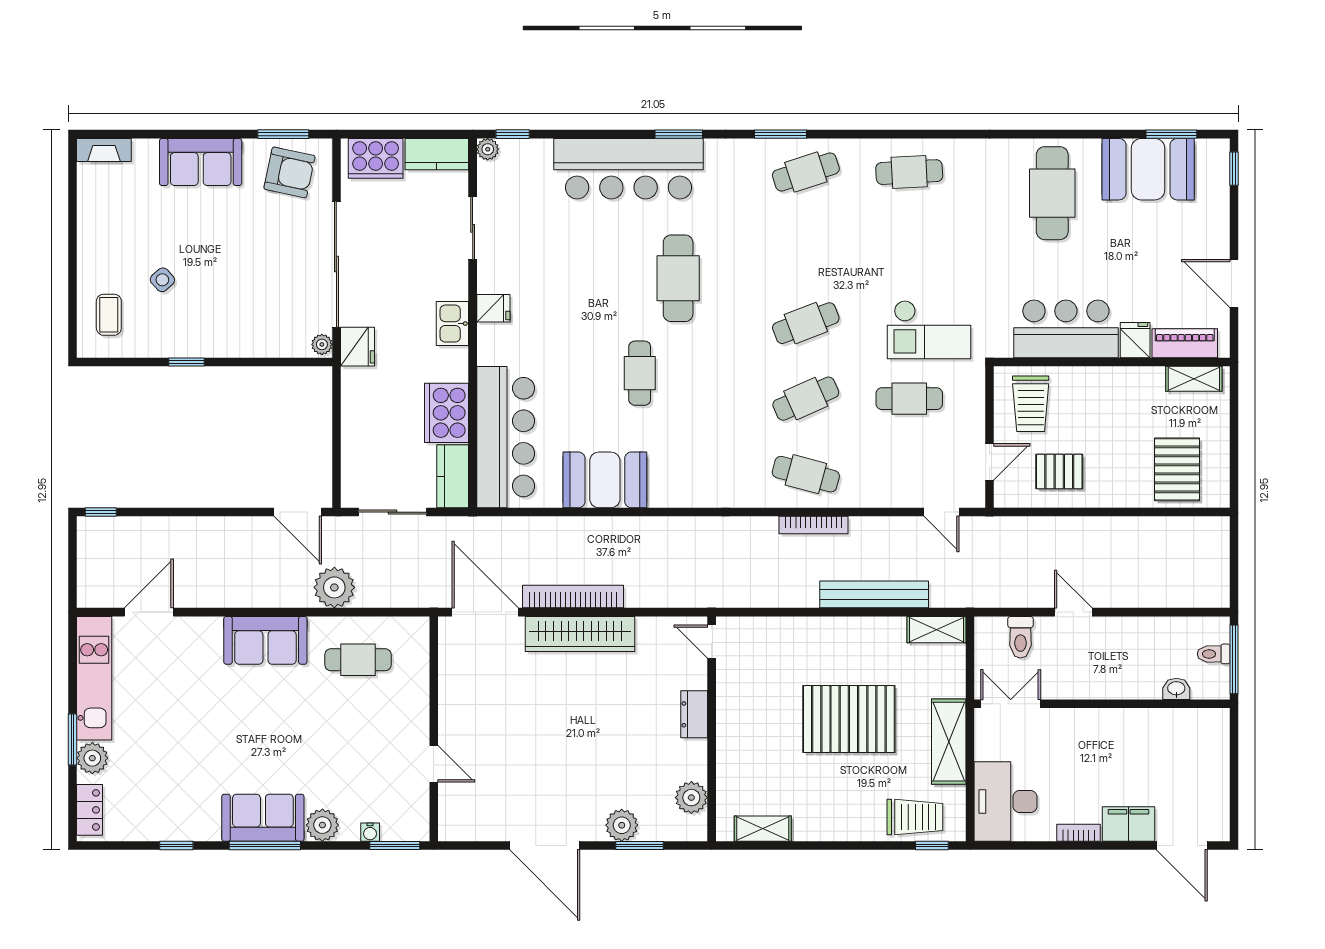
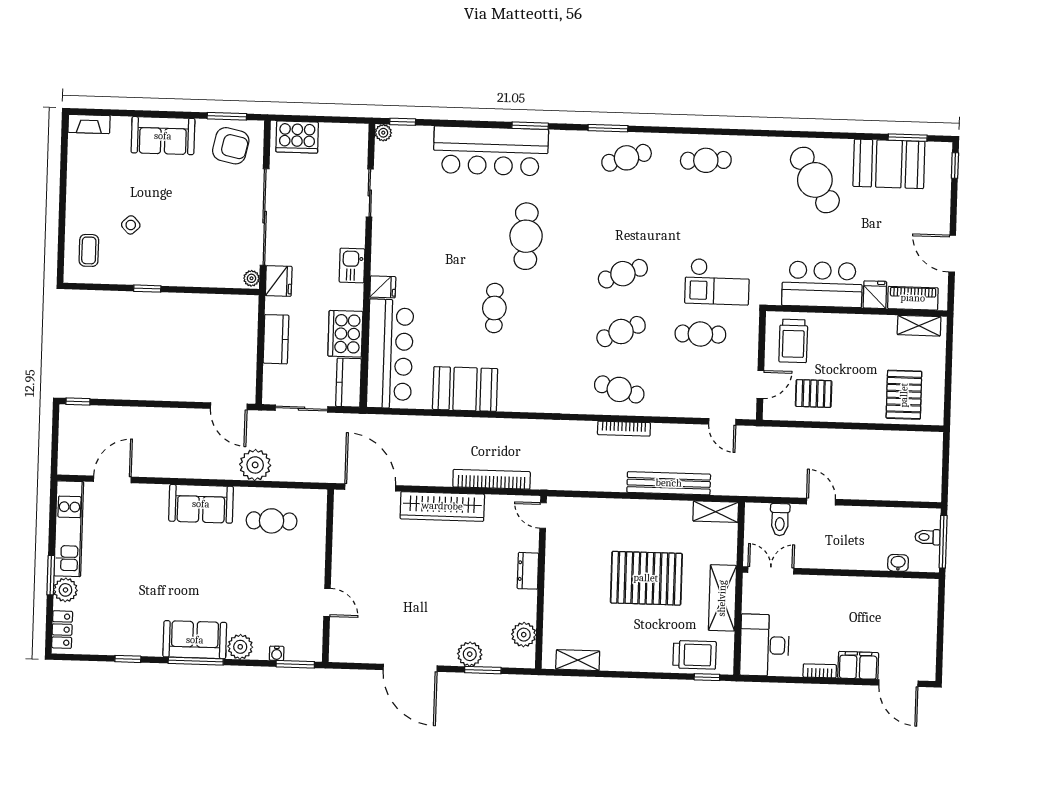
kitchen counter: (437, 154) -> (276, 339), moved, turned -90
cafe table: (1052, 193) -> (815, 180), turned -32
fridge: (493, 308) -> (383, 287), moved
bookcase: (573, 597) -> (492, 479), moved

